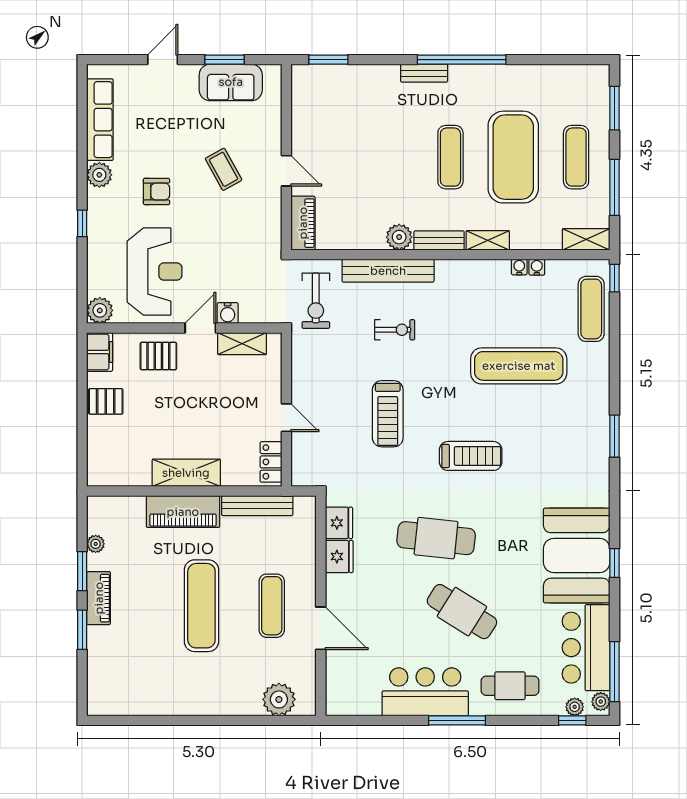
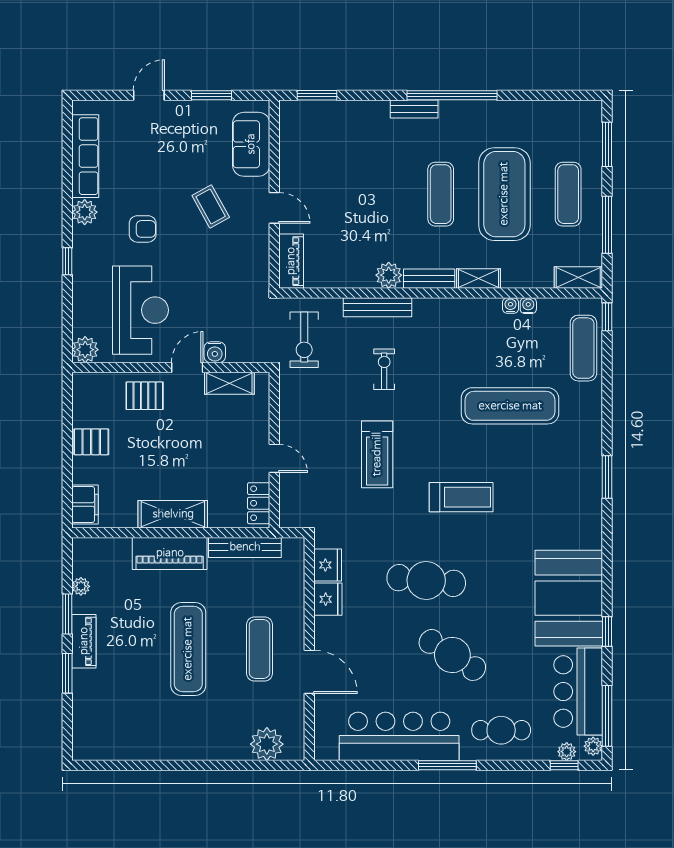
sofa: (231, 82) -> (251, 144), moved, turned 90
bench: (388, 271) -> (377, 307), width x0.73, depth x0.82
exercise bike: (395, 330) -> (384, 369), turned -90
filing cabinet: (100, 352) -> (85, 504), moved
window: (614, 563) -> (607, 632), moved
bar counter: (425, 692) -> (399, 736), width x1.36

